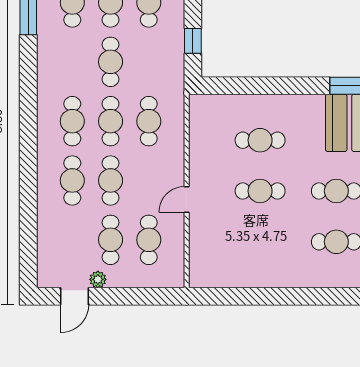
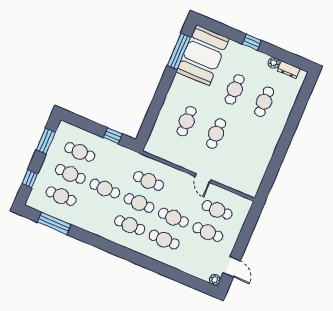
plant: (98, 279) -> (215, 280), moved

